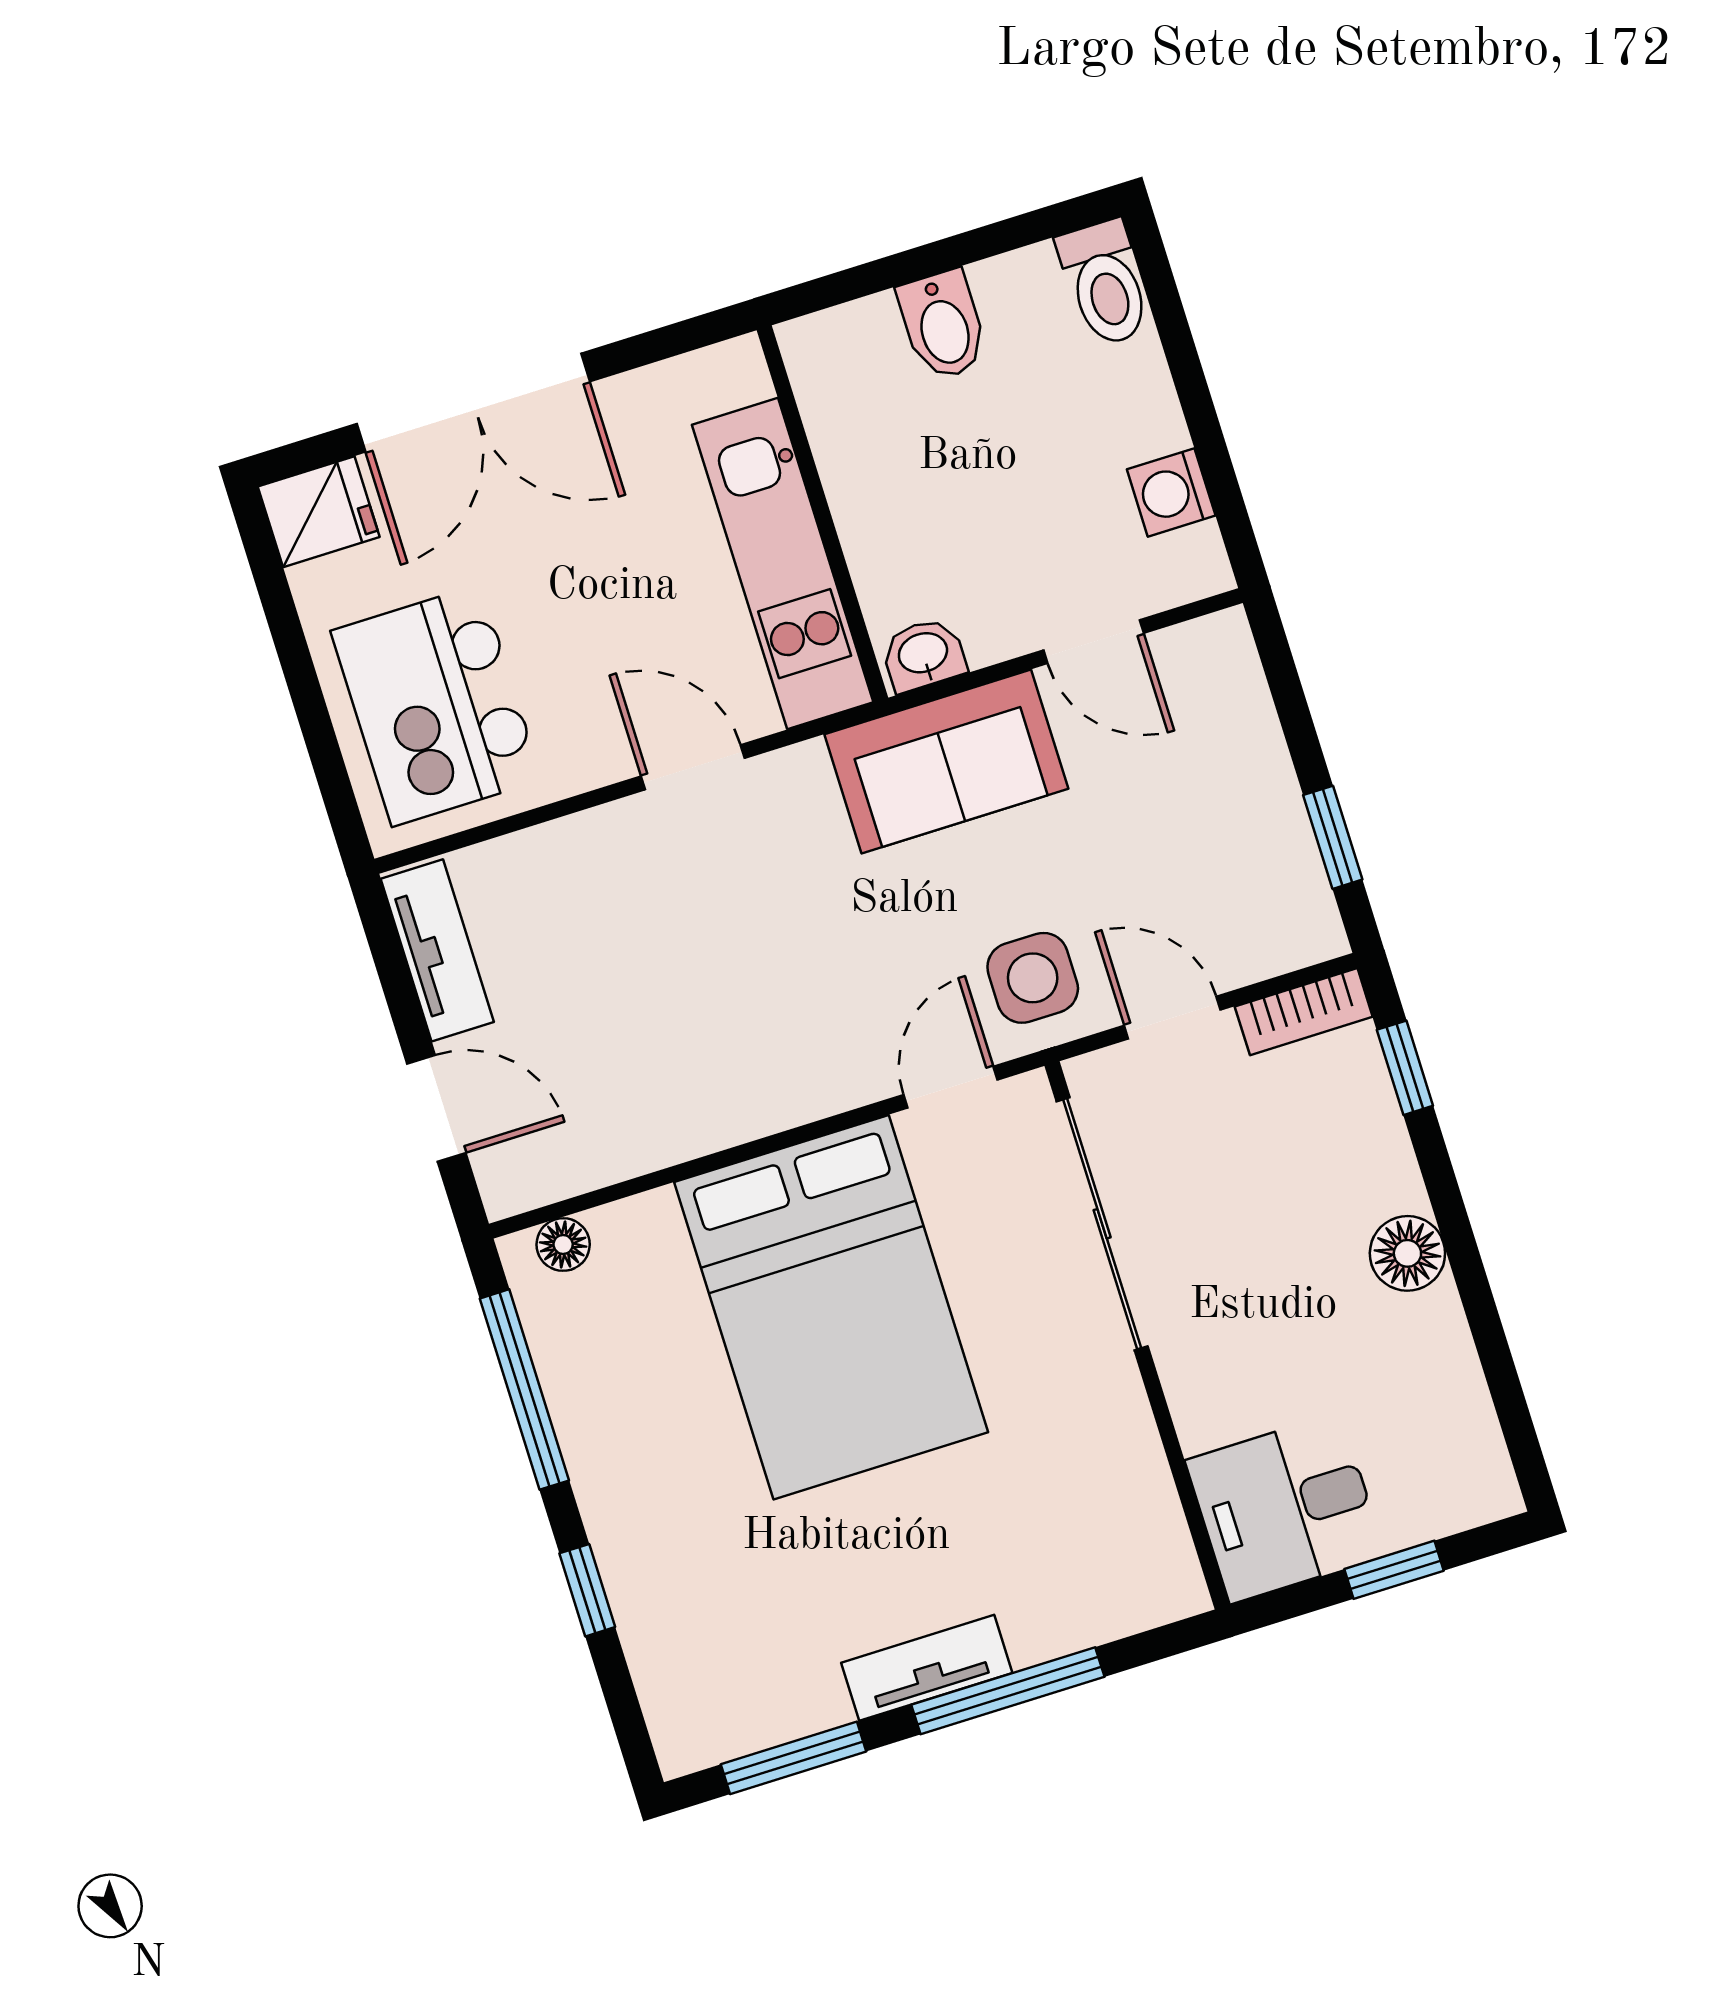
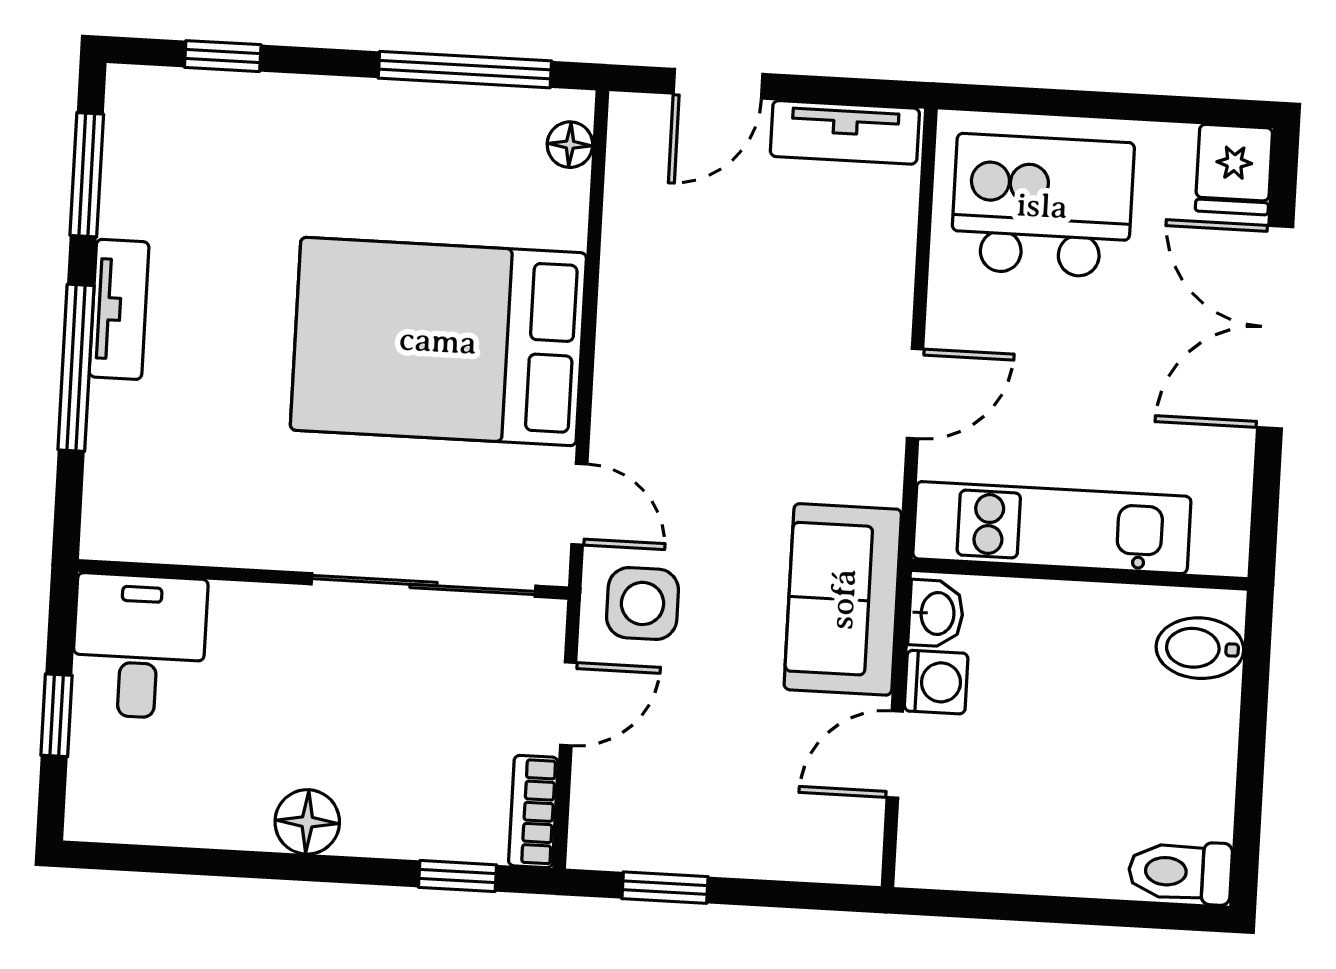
bidet: (943, 325) -> (1200, 648), moved
washing machine: (1171, 492) -> (936, 682), moved, turned 90
window: (587, 1590) -> (223, 56), moved

